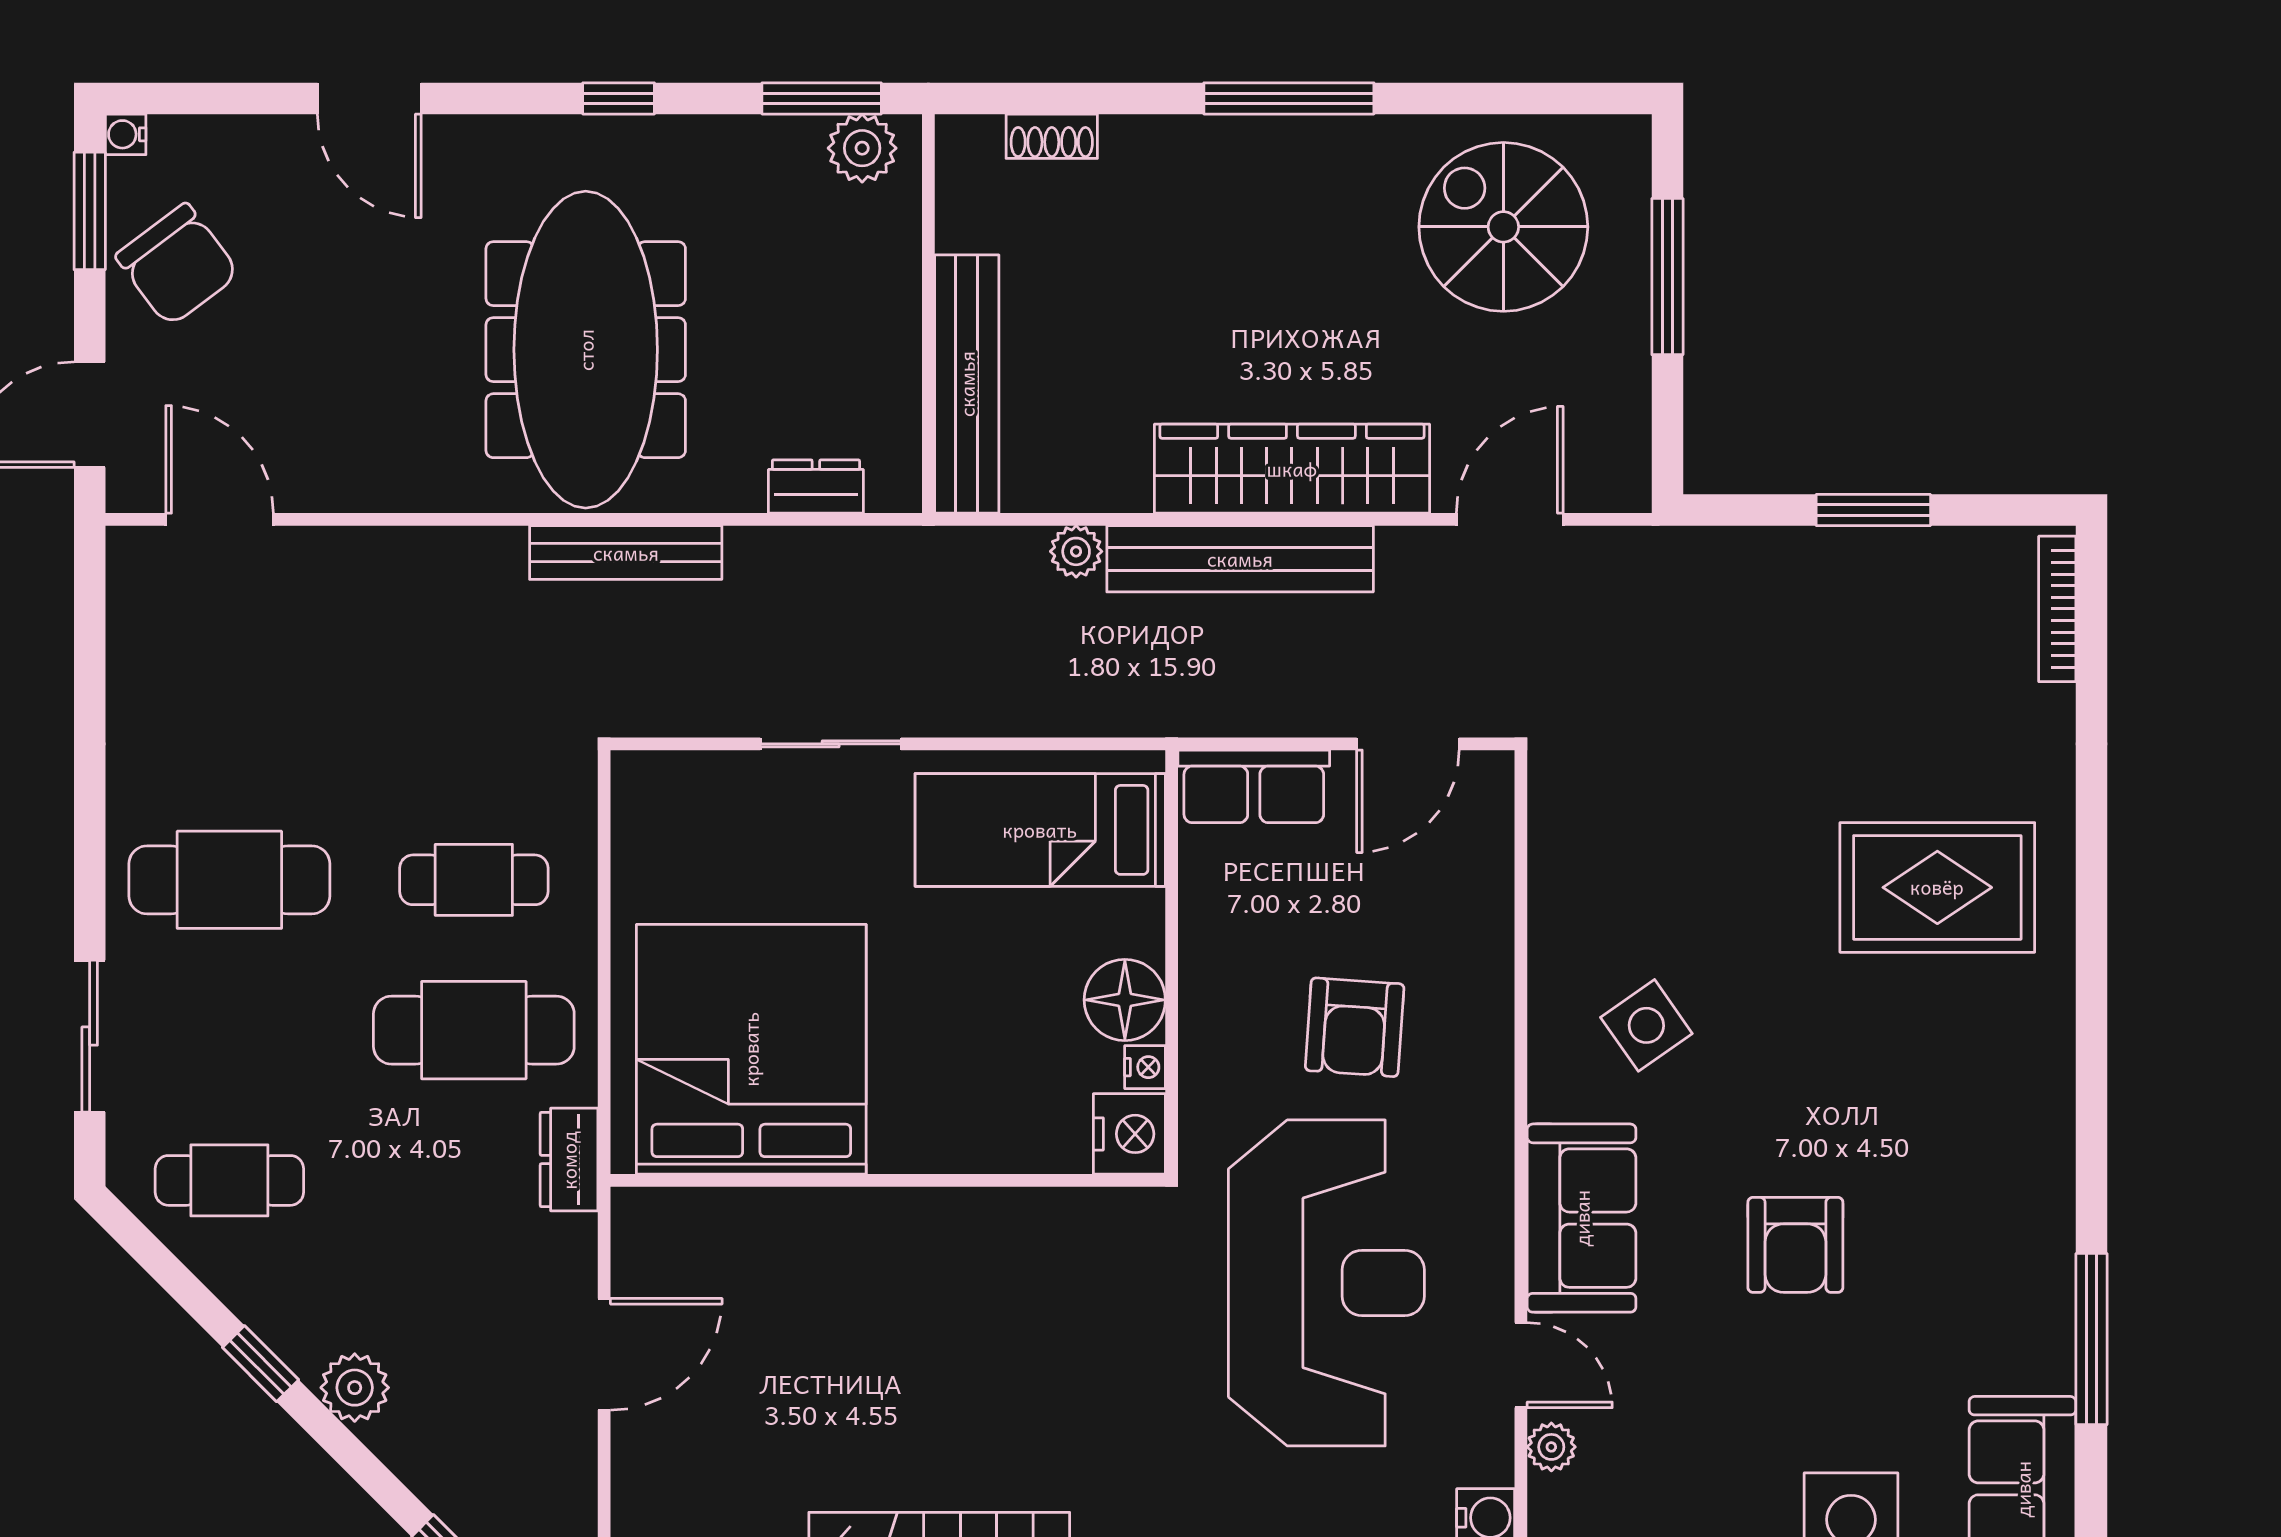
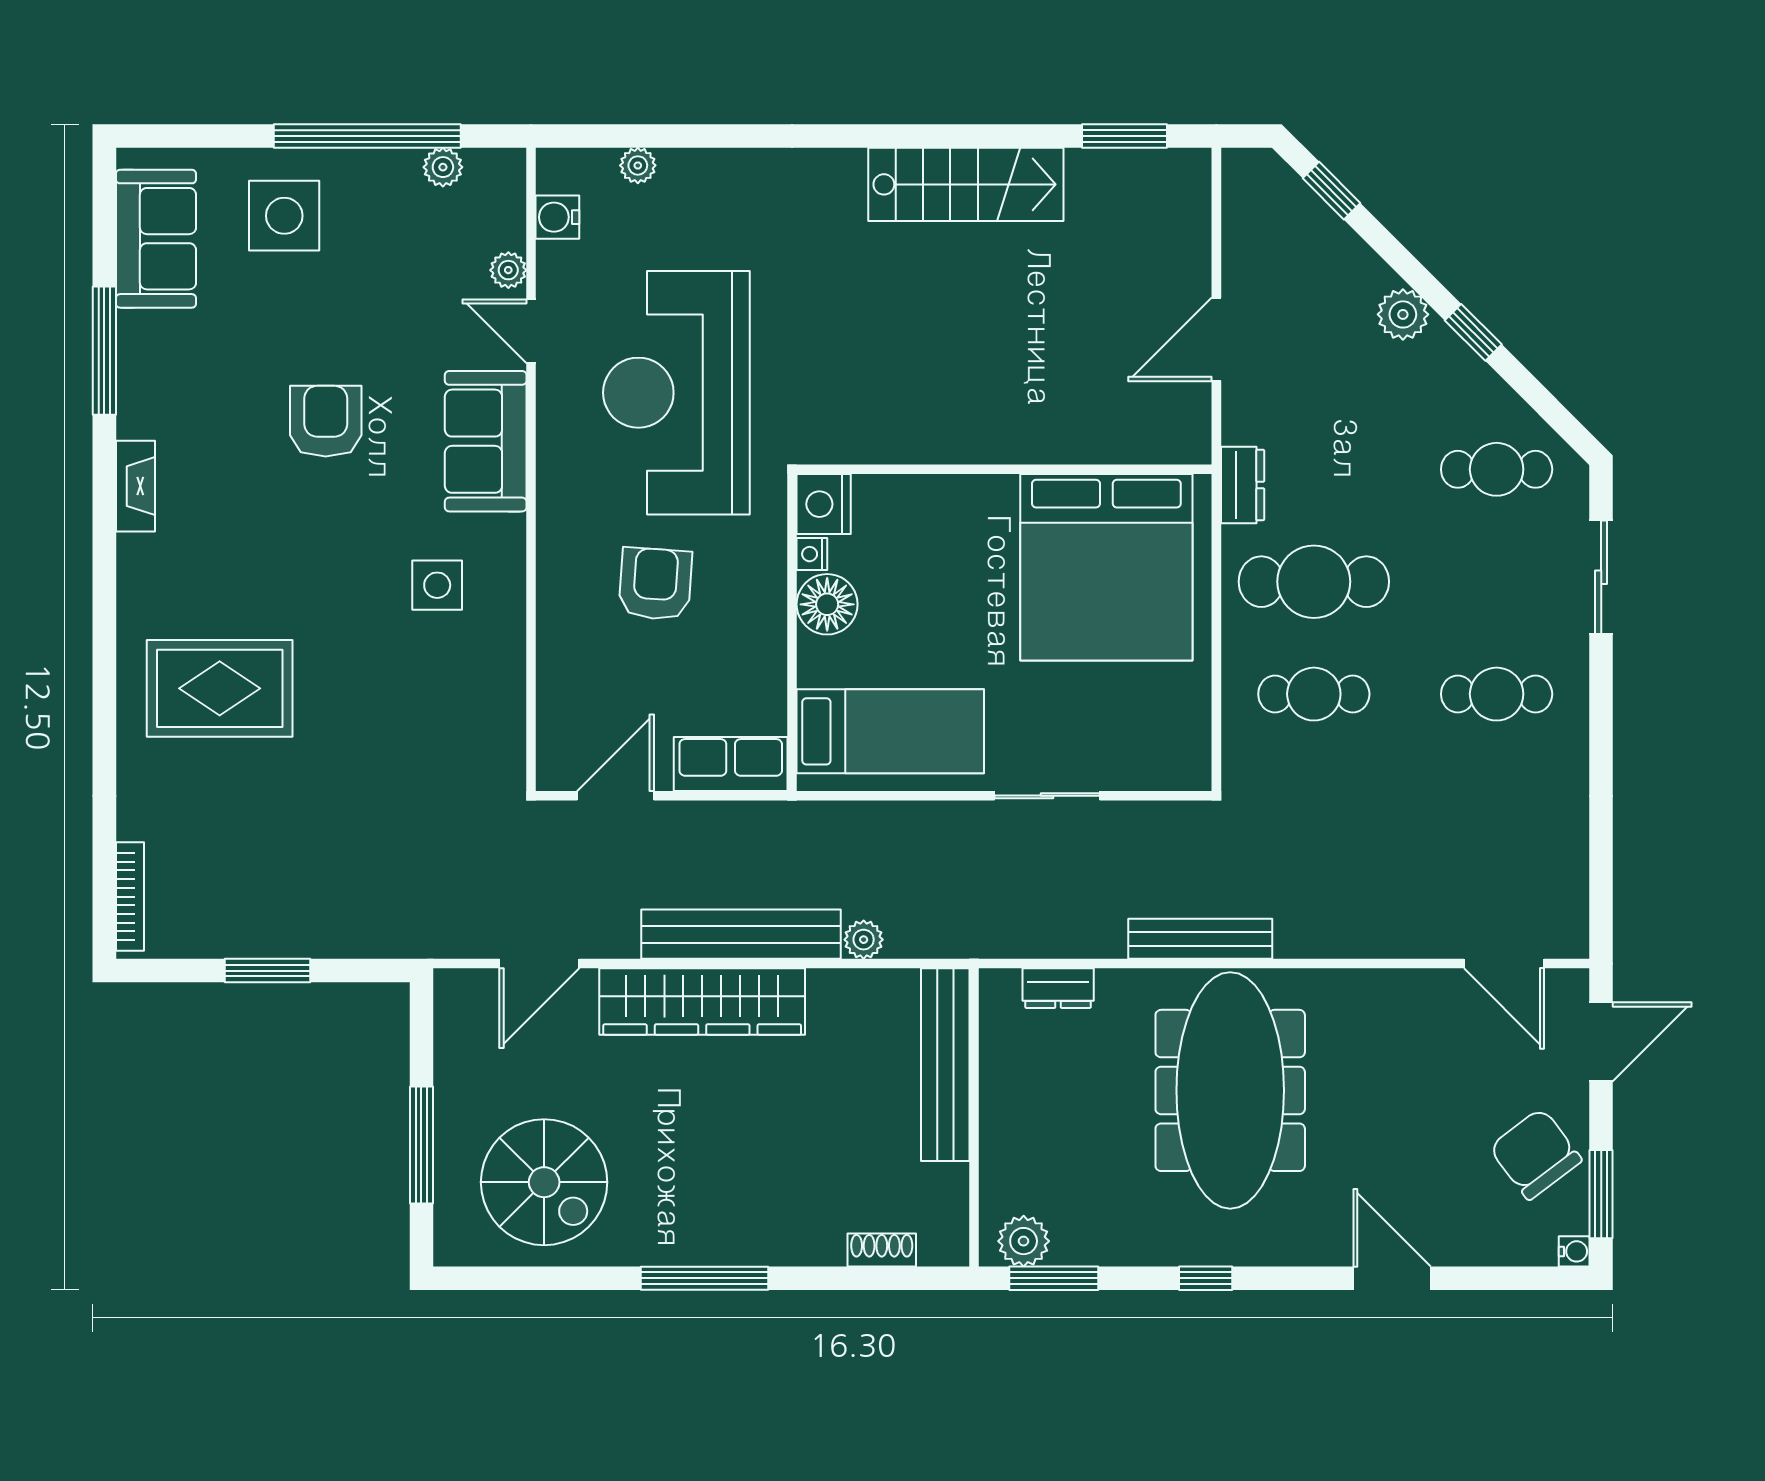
cafe table: (229, 880) -> (1497, 694), width x0.73, depth x0.74
side table: (1646, 1025) -> (437, 585), turned 35
fireplace: (2050, 1158) -> (135, 486), added

